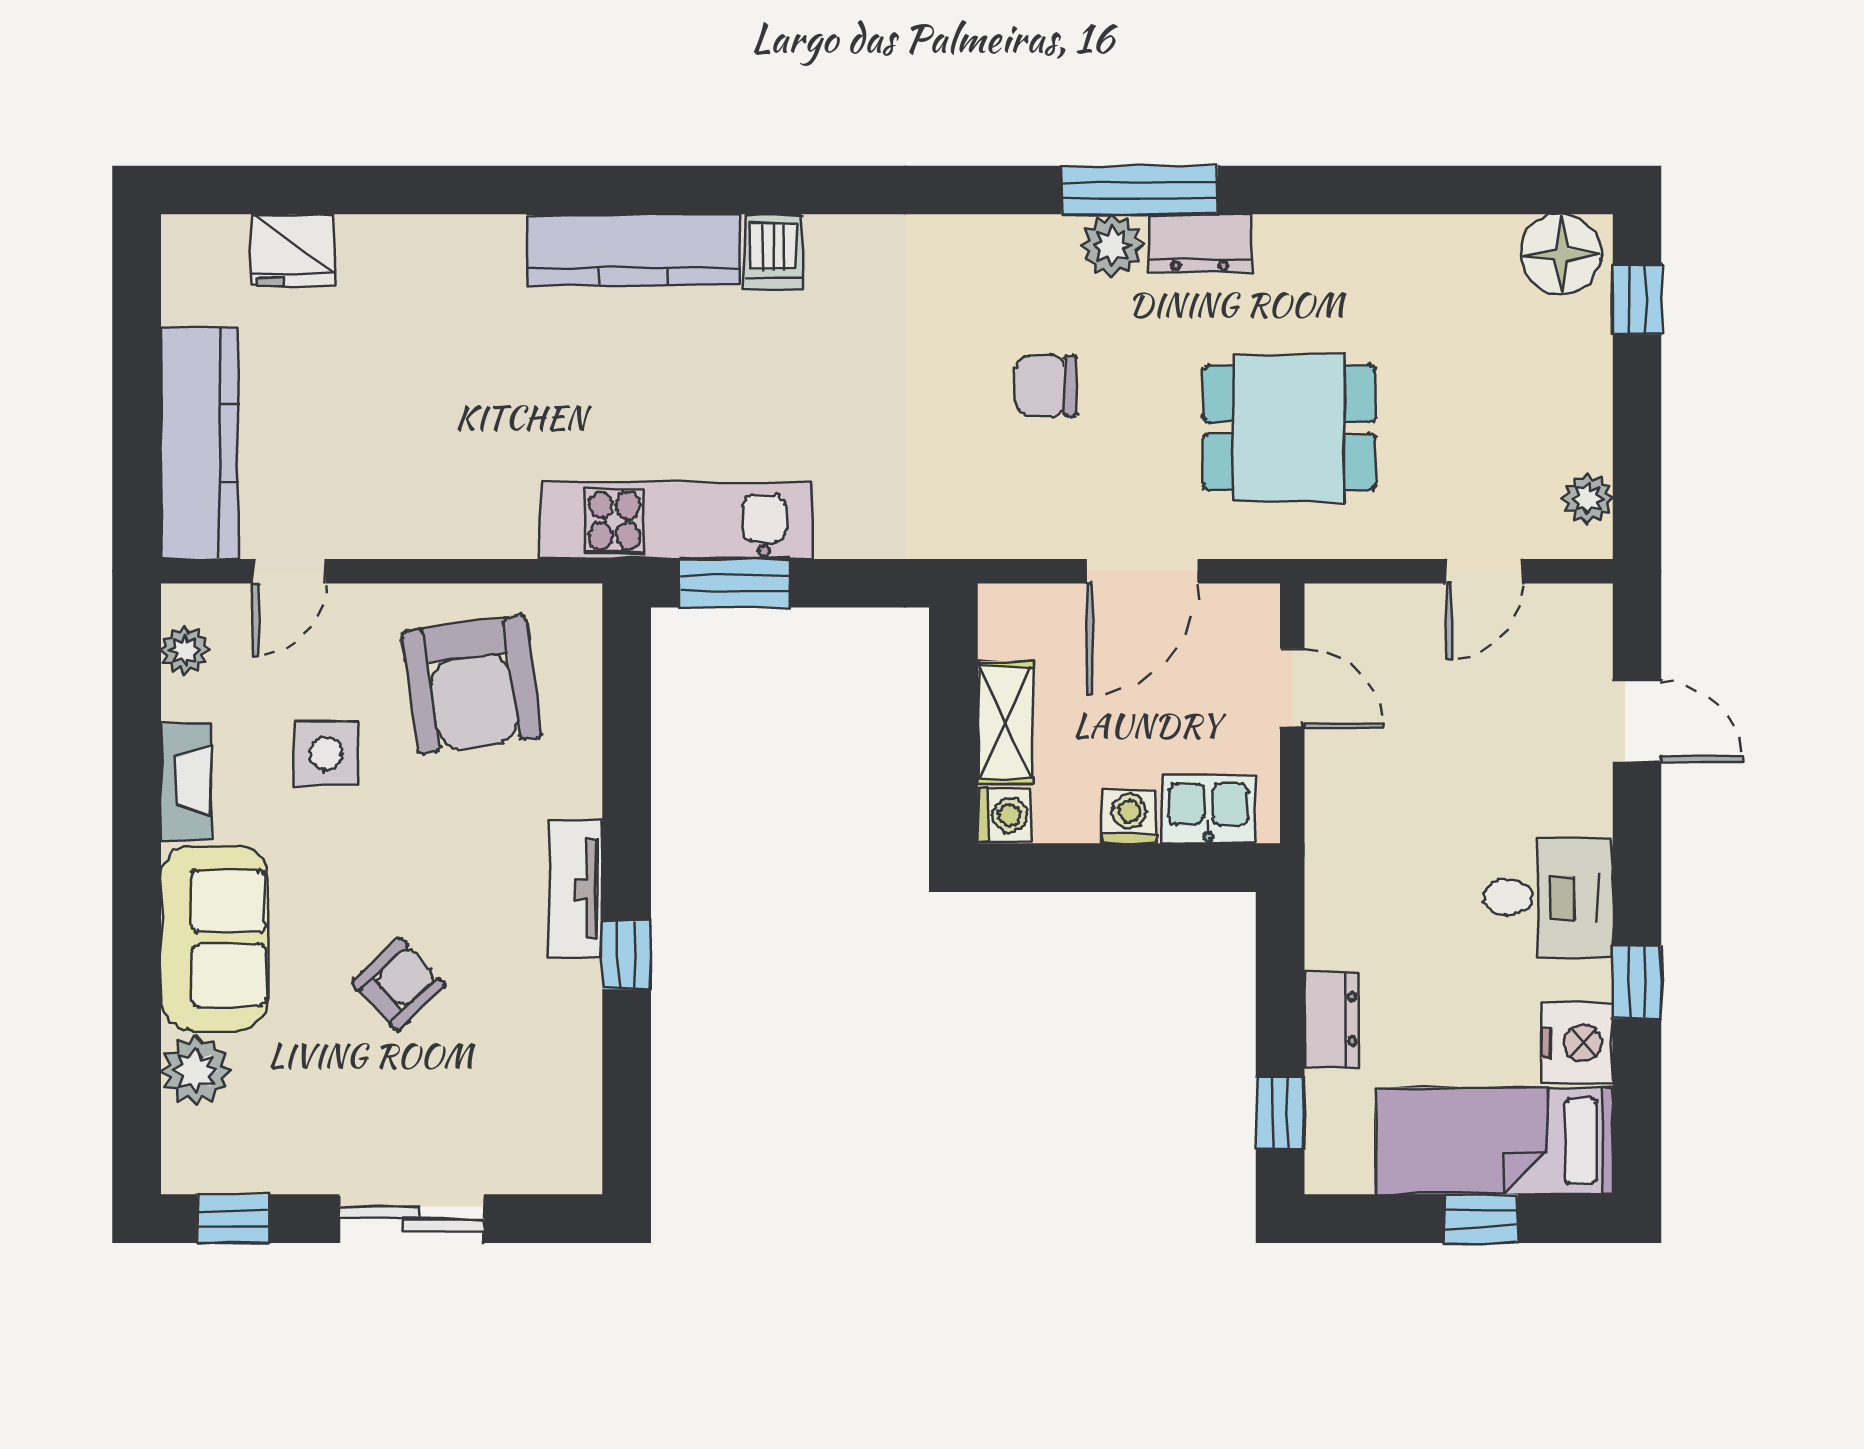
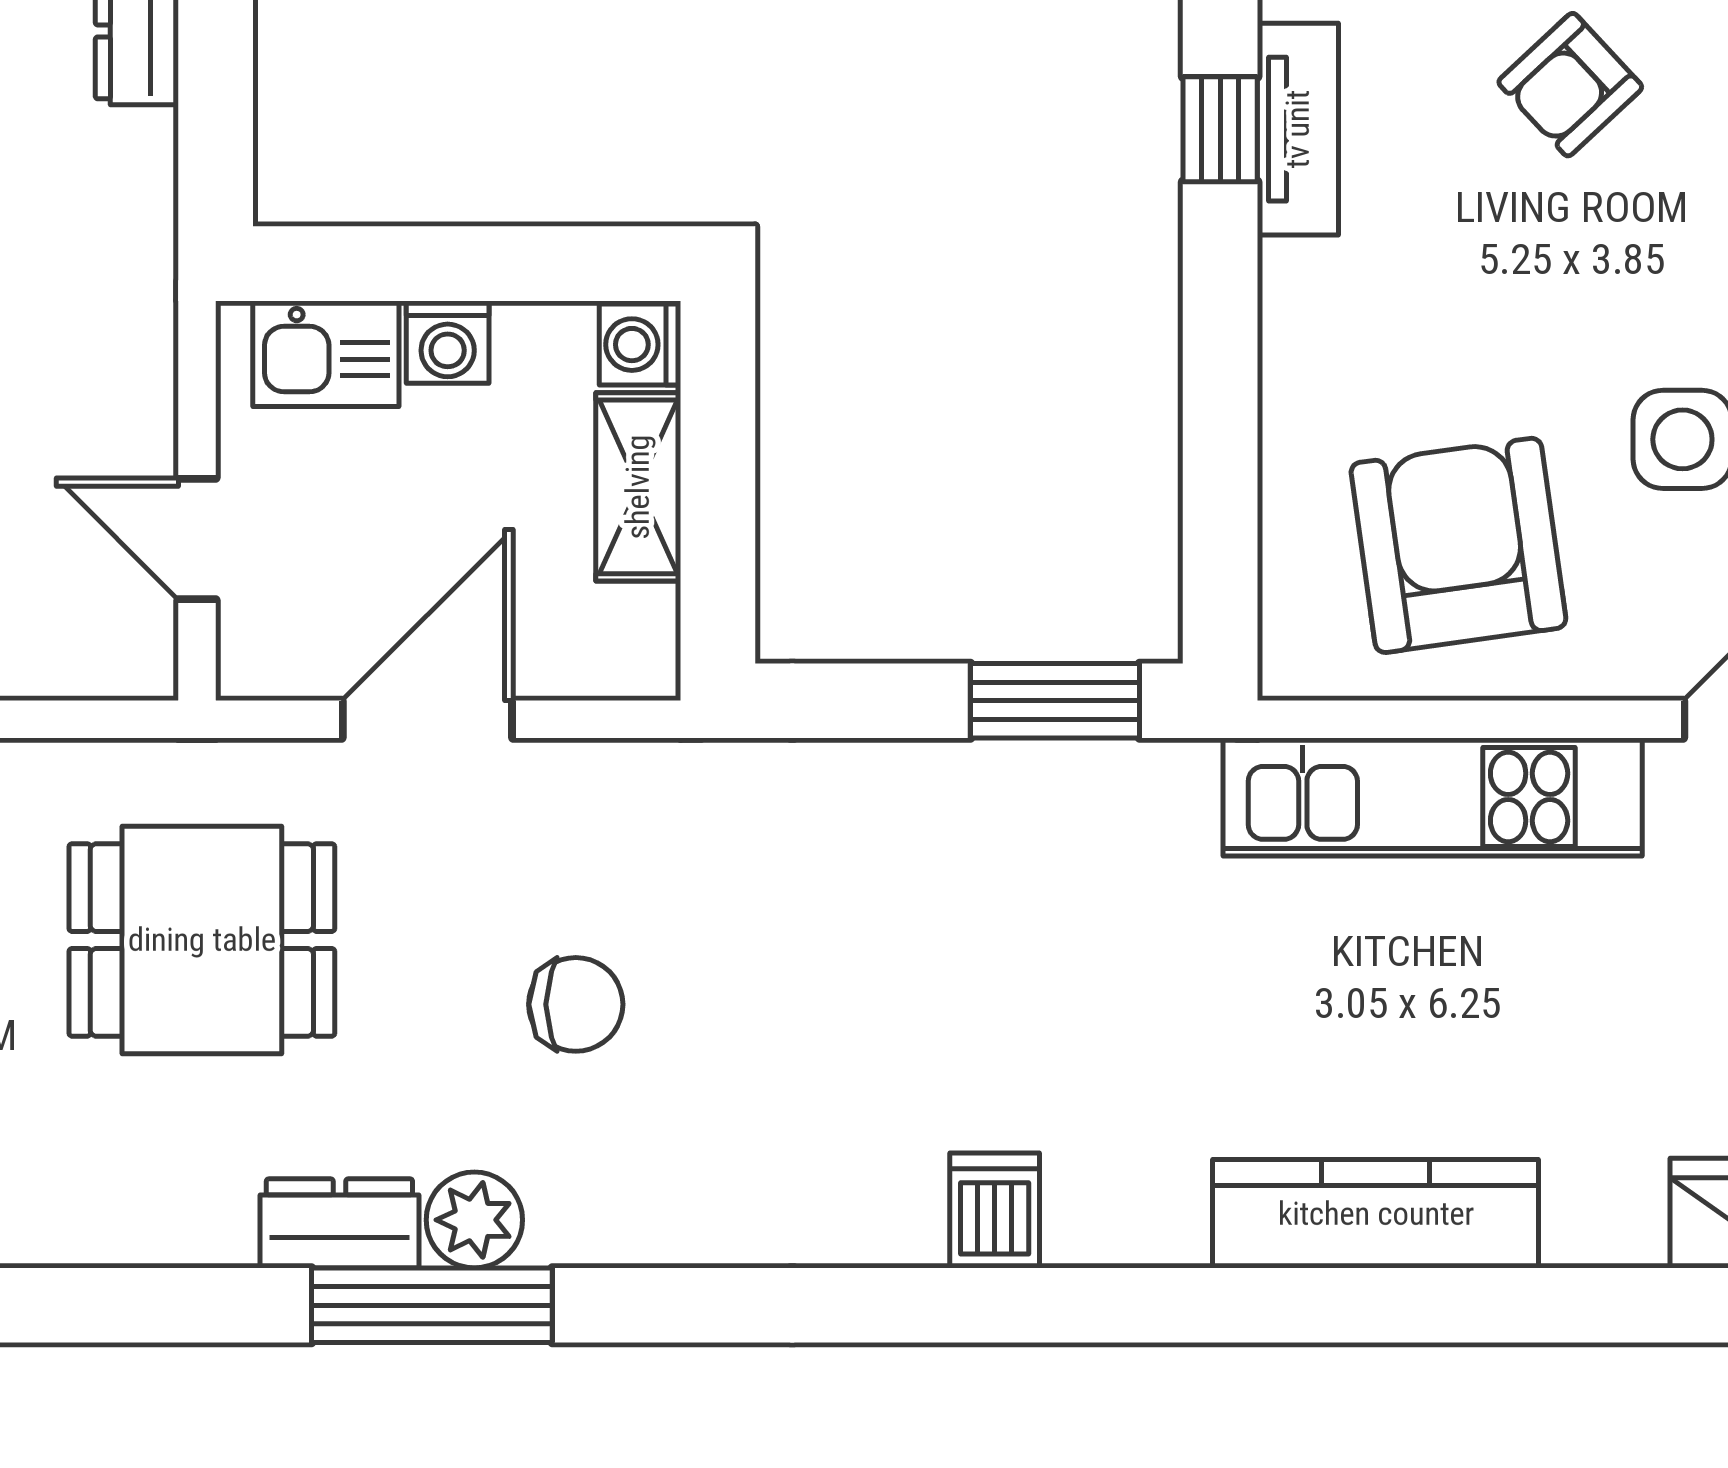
kitchen counter: (633, 250) -> (1376, 1214), moved
kitchen unit: (677, 521) -> (1433, 797), moved
tv unit: (576, 889) -> (1298, 129), moved

